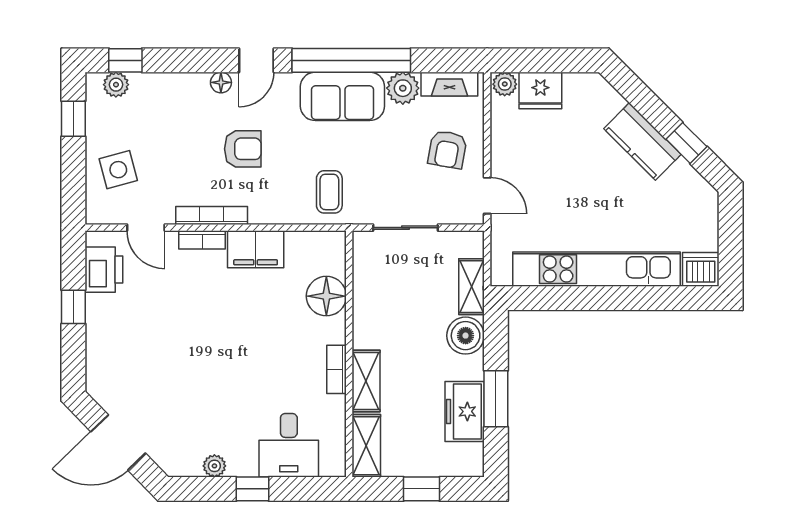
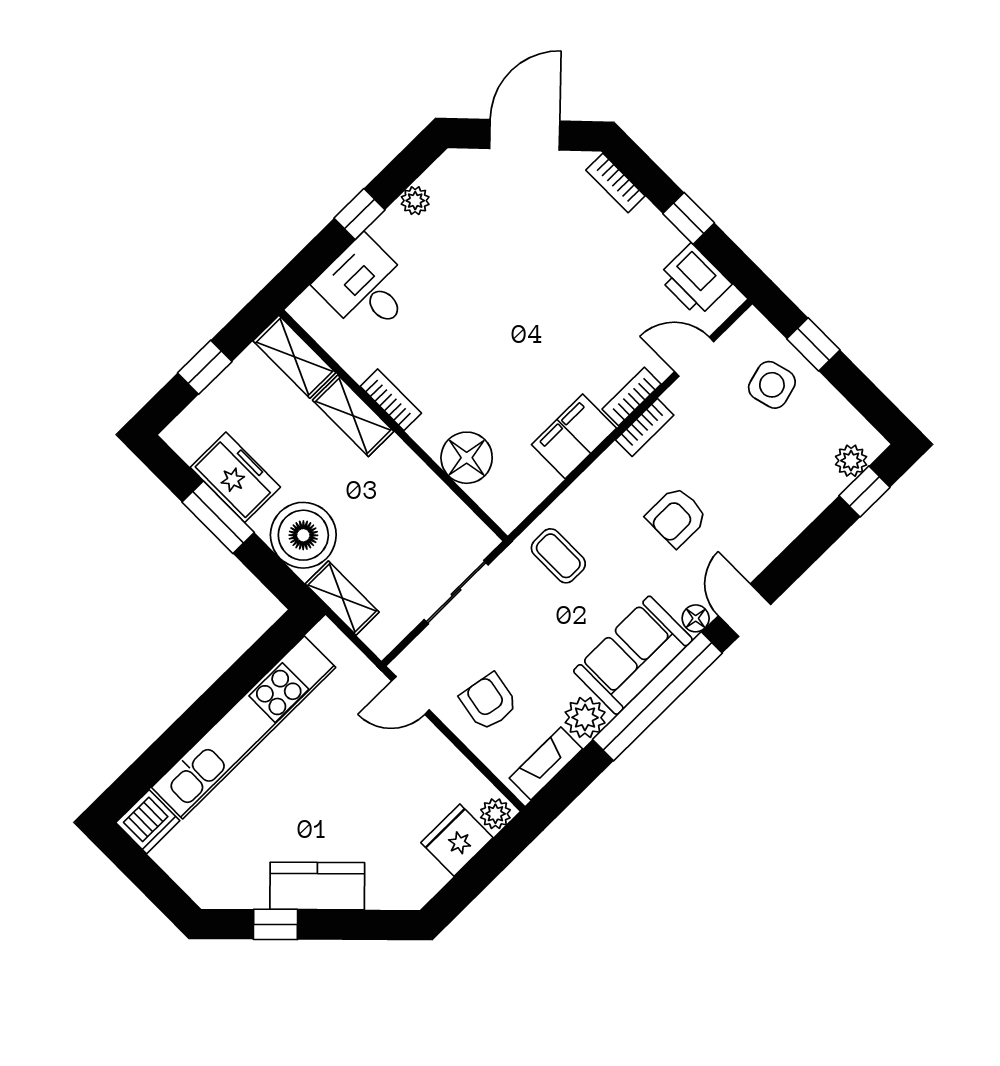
floor lamp: (221, 82) -> (696, 618), moved
window: (73, 119) -> (813, 344), moved
bookcase: (212, 216) -> (645, 427), width x0.64
boiler: (466, 336) -> (303, 535), width x1.37, depth x1.37
bookcase: (94, 366) -> (615, 183), added

